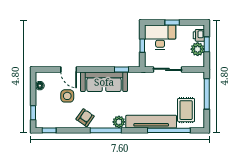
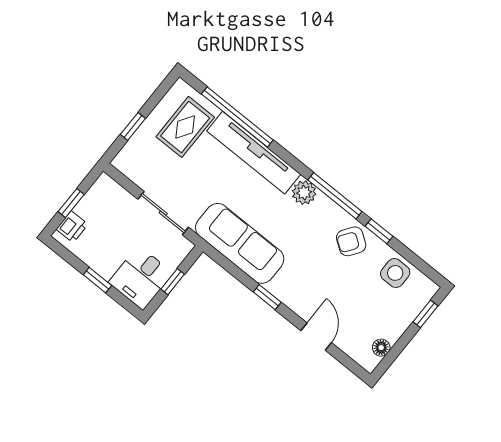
desk: (160, 37) -> (141, 278), width x0.73
plant: (198, 49) -> (91, 207), removed
window: (122, 69) -> (267, 297), moved
sofa: (104, 82) -> (240, 243), moved
window: (207, 94) -> (133, 126), width x0.46
side table: (67, 96) -> (395, 273), moved
window: (49, 130) -> (379, 231), moved

